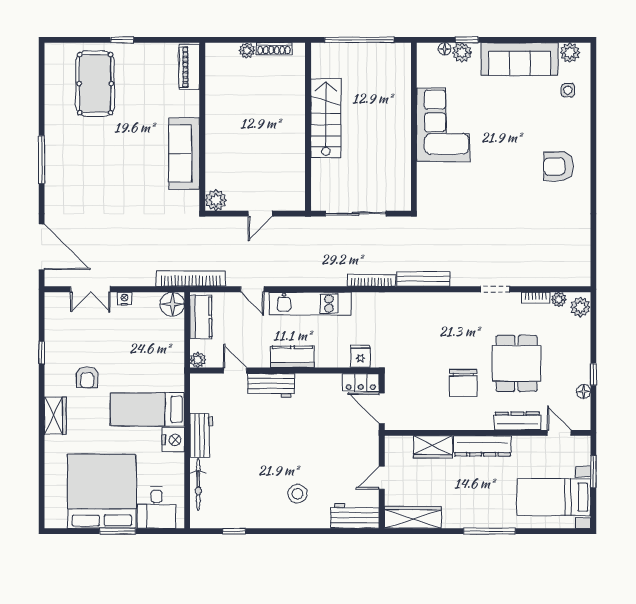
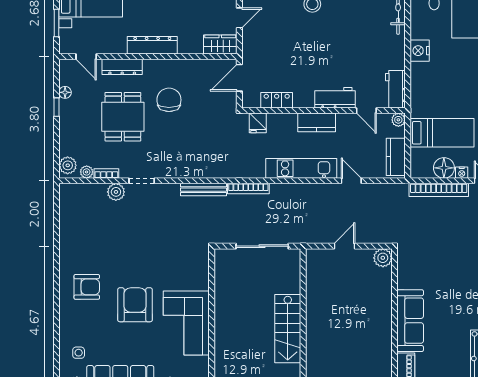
armchair: (503, 146) -> (135, 305), added
sofa: (184, 154) -> (410, 321), moved
plant: (525, 276) -> (116, 192), added
bookcase: (191, 279) -> (439, 190), moved
floor lamp: (172, 304) -> (444, 168), moved
locker: (361, 382) -> (277, 100), moved
door: (382, 408) -> (239, 78), swing flipped
bed: (147, 409) -> (442, 133), moved
workbench: (201, 435) -> (395, 89), moved
wardrobe: (433, 447) -> (220, 45), moved

